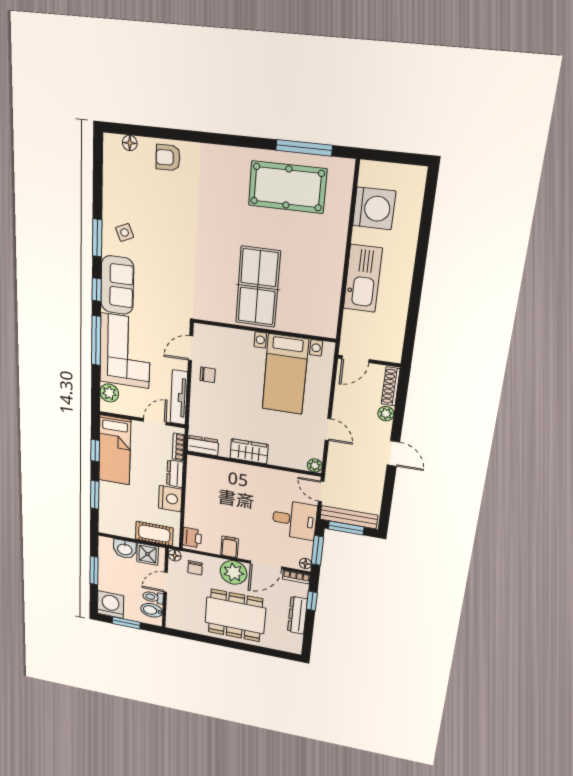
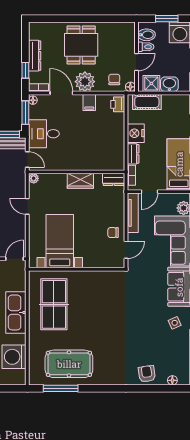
armchair: (168, 158) -> (147, 374), turned -97
table tennis table: (258, 287) -> (54, 304), moved
door: (266, 565) -> (61, 93), hinge flipped
dining table: (235, 615) -> (81, 45), width x0.73

